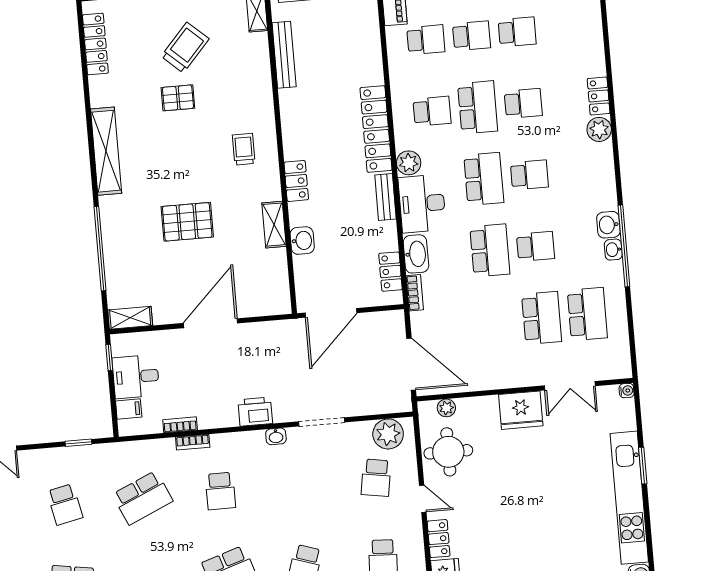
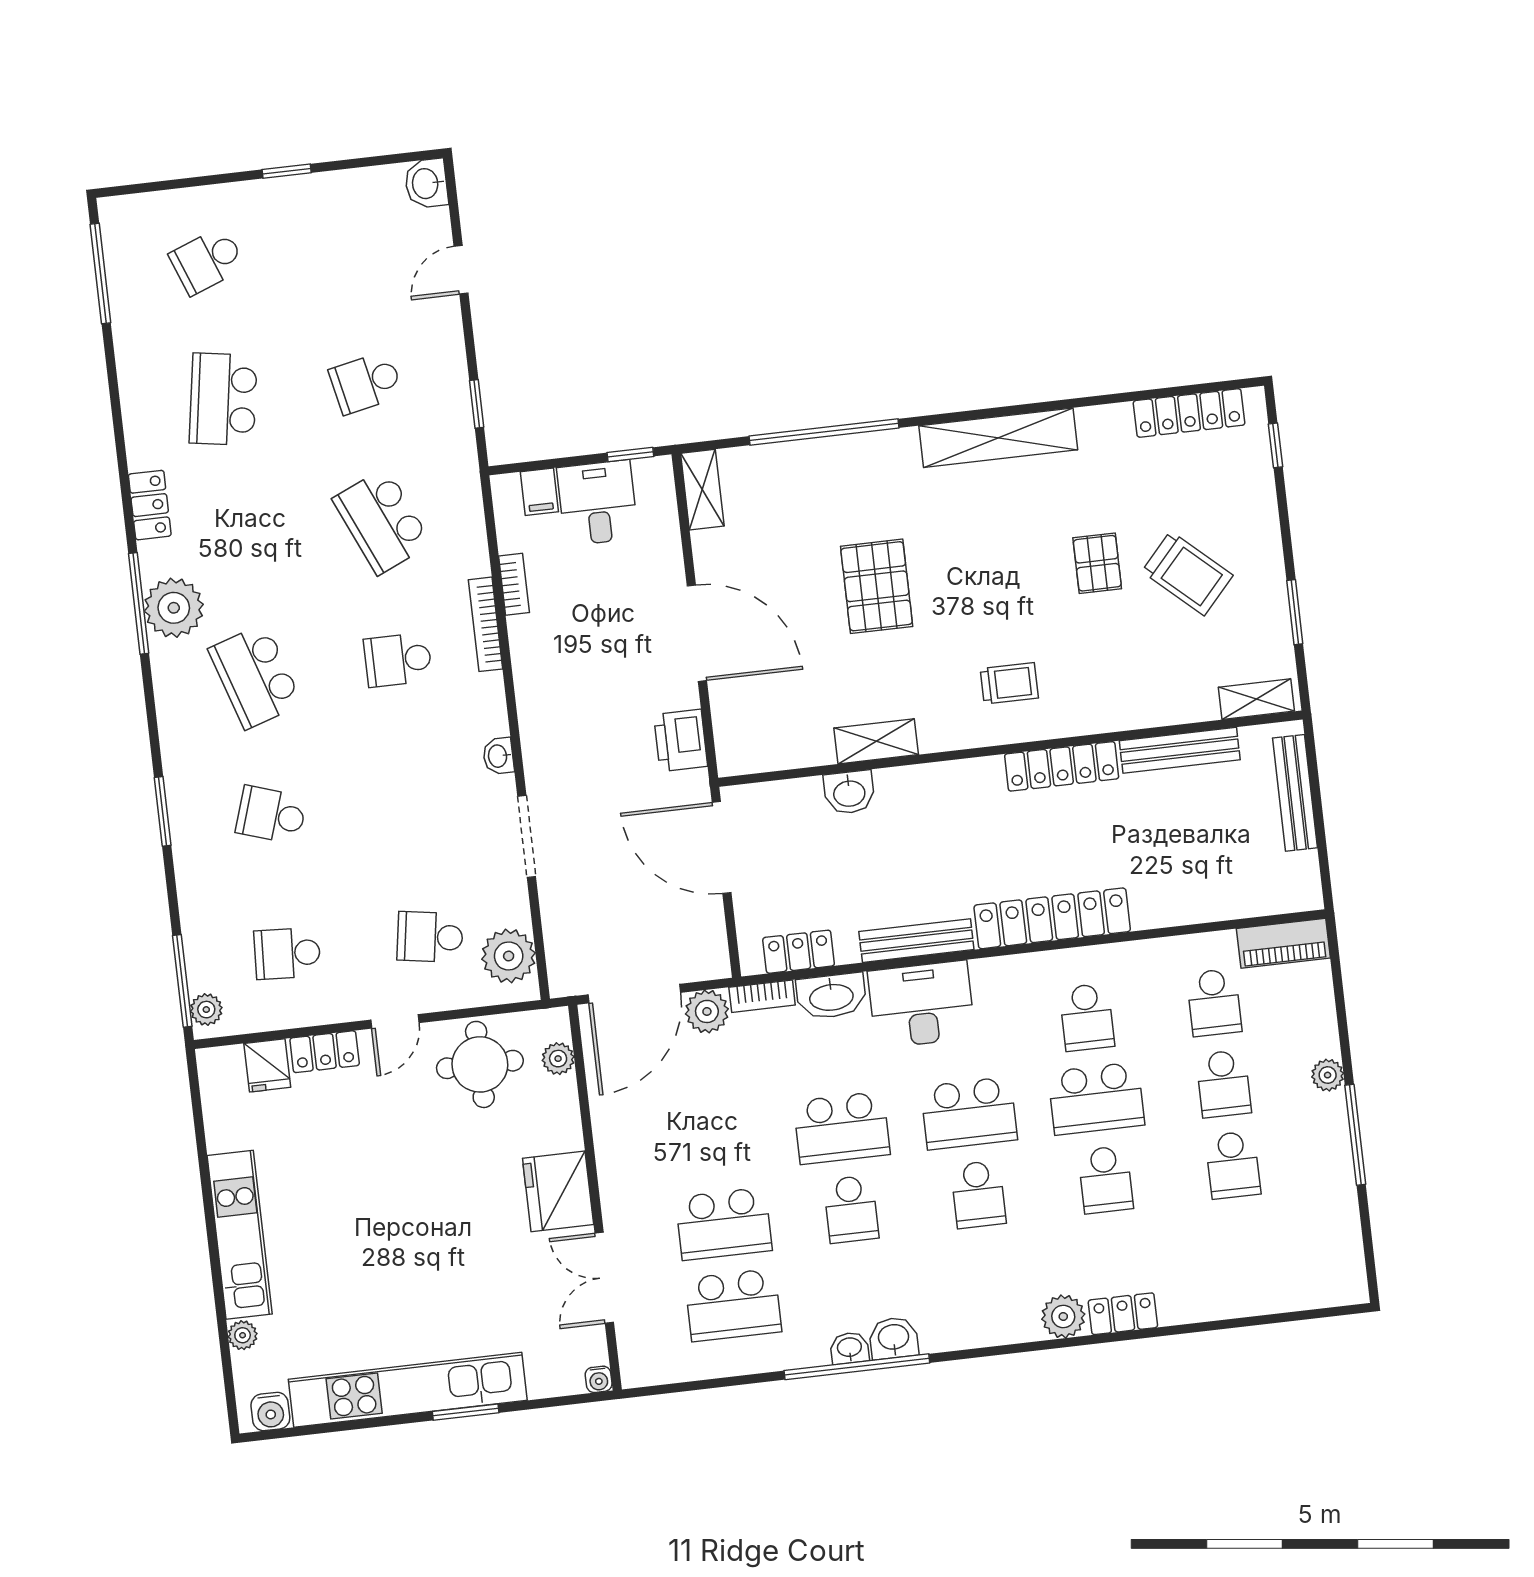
plant: (409, 163) -> (707, 1011), moved
locker: (296, 181) -> (1062, 766), moved, width x1.53
bench: (386, 197) -> (916, 941), width x1.36
printer: (255, 412) -> (681, 740), moved, turned 180
bookcase: (193, 442) -> (486, 624), width x1.56

